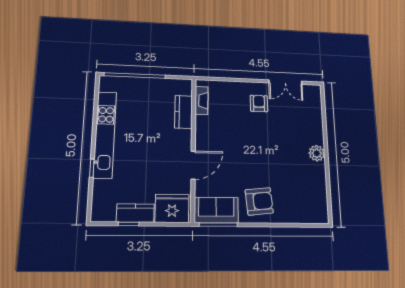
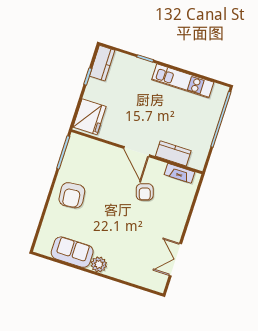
armchair: (259, 103) -> (145, 192), moved, turned 72
kitchen unit: (105, 134) -> (183, 81), width x0.73
door: (193, 165) -> (137, 152), moved
sofa: (216, 210) -> (72, 252), moved, turned -90
kitchen counter: (135, 213) -> (102, 63), moved

